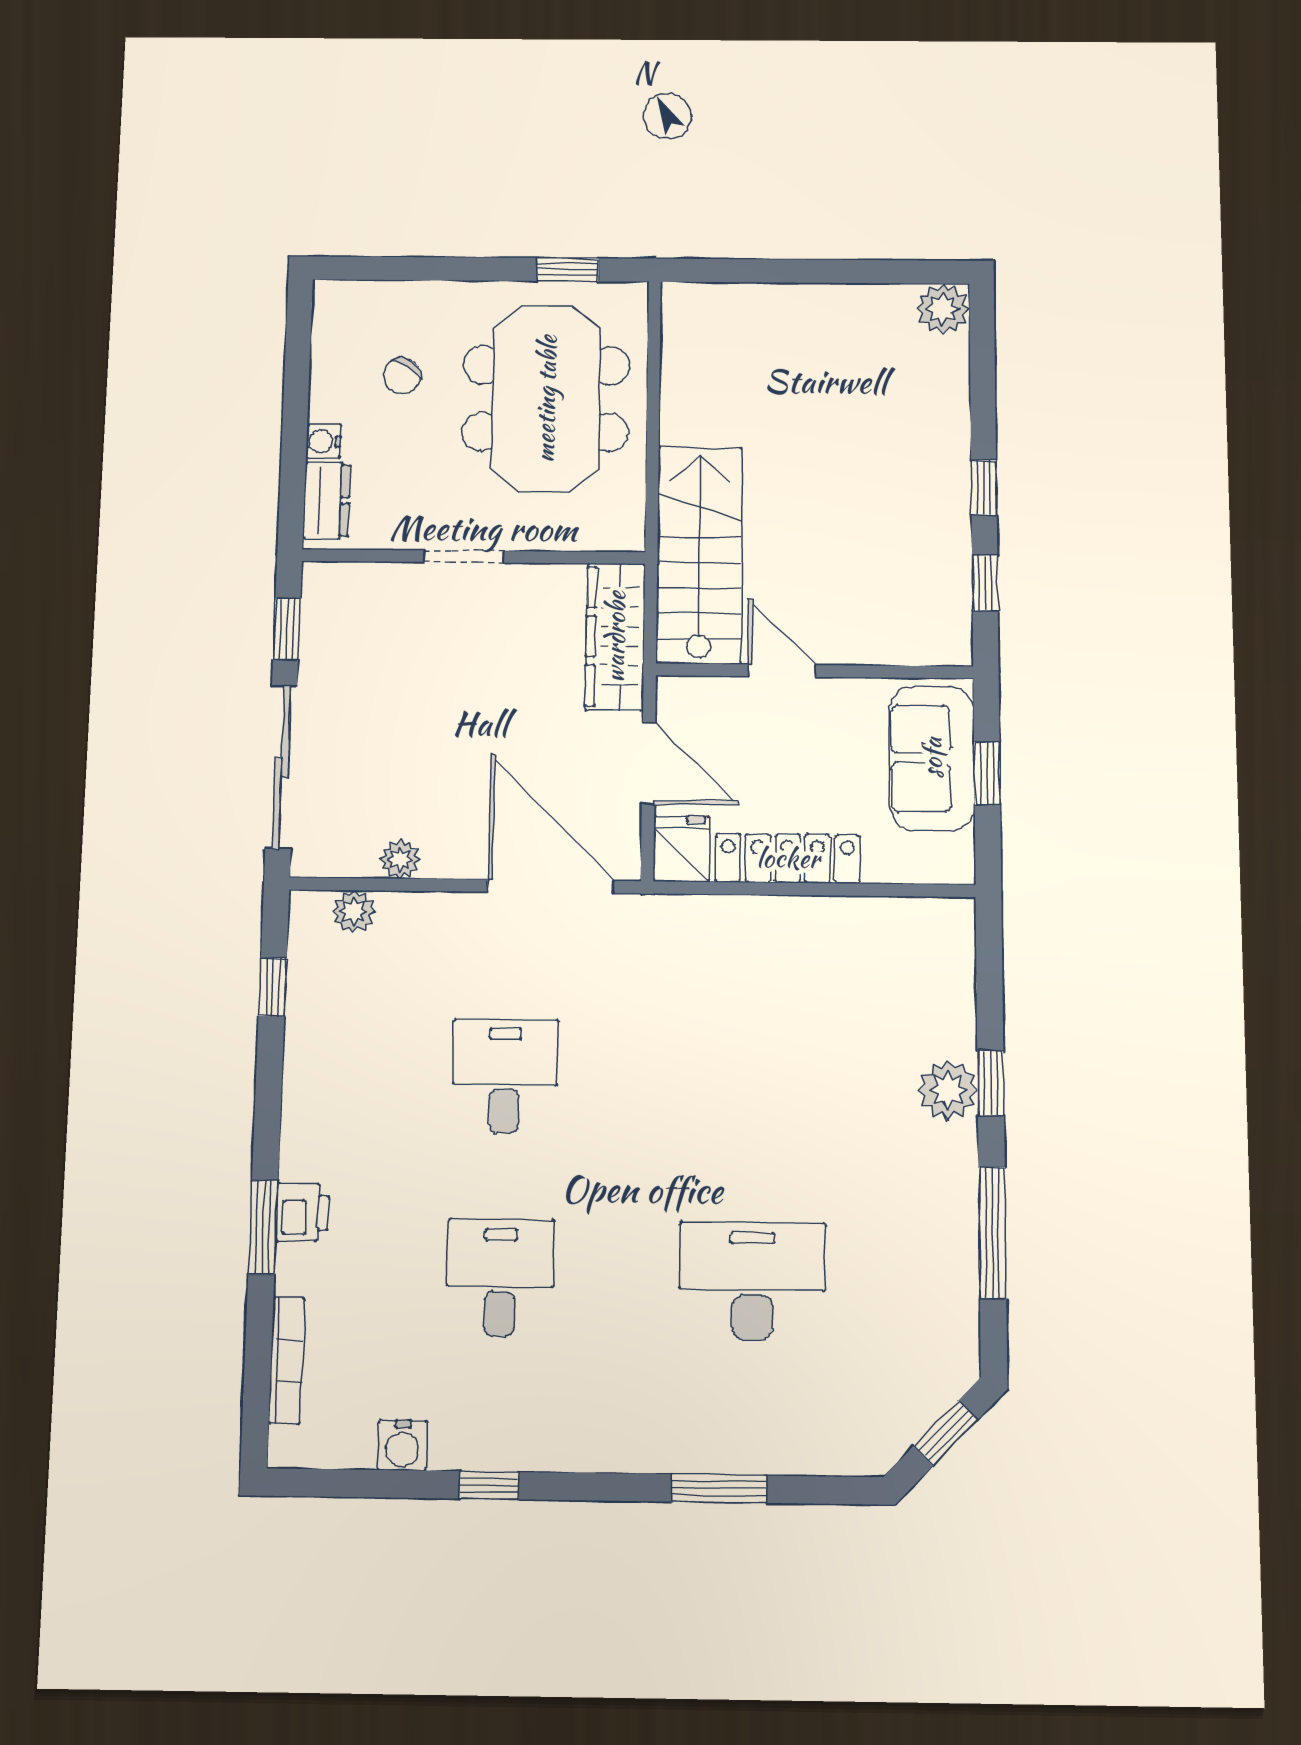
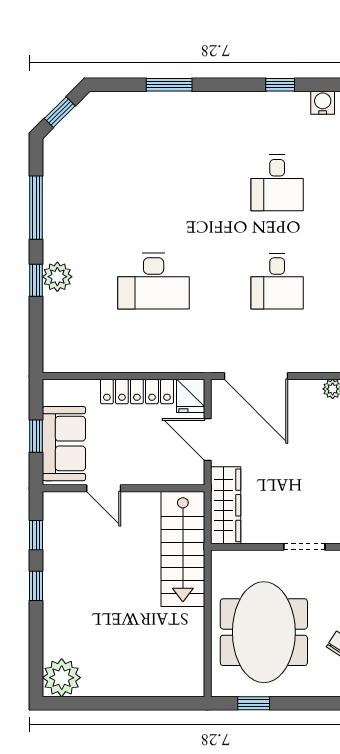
plant: (943, 309) -> (62, 678), width x1.36, depth x1.36
door: (782, 671) -> (104, 488), moved
desk: (752, 1281) -> (154, 281), moved

